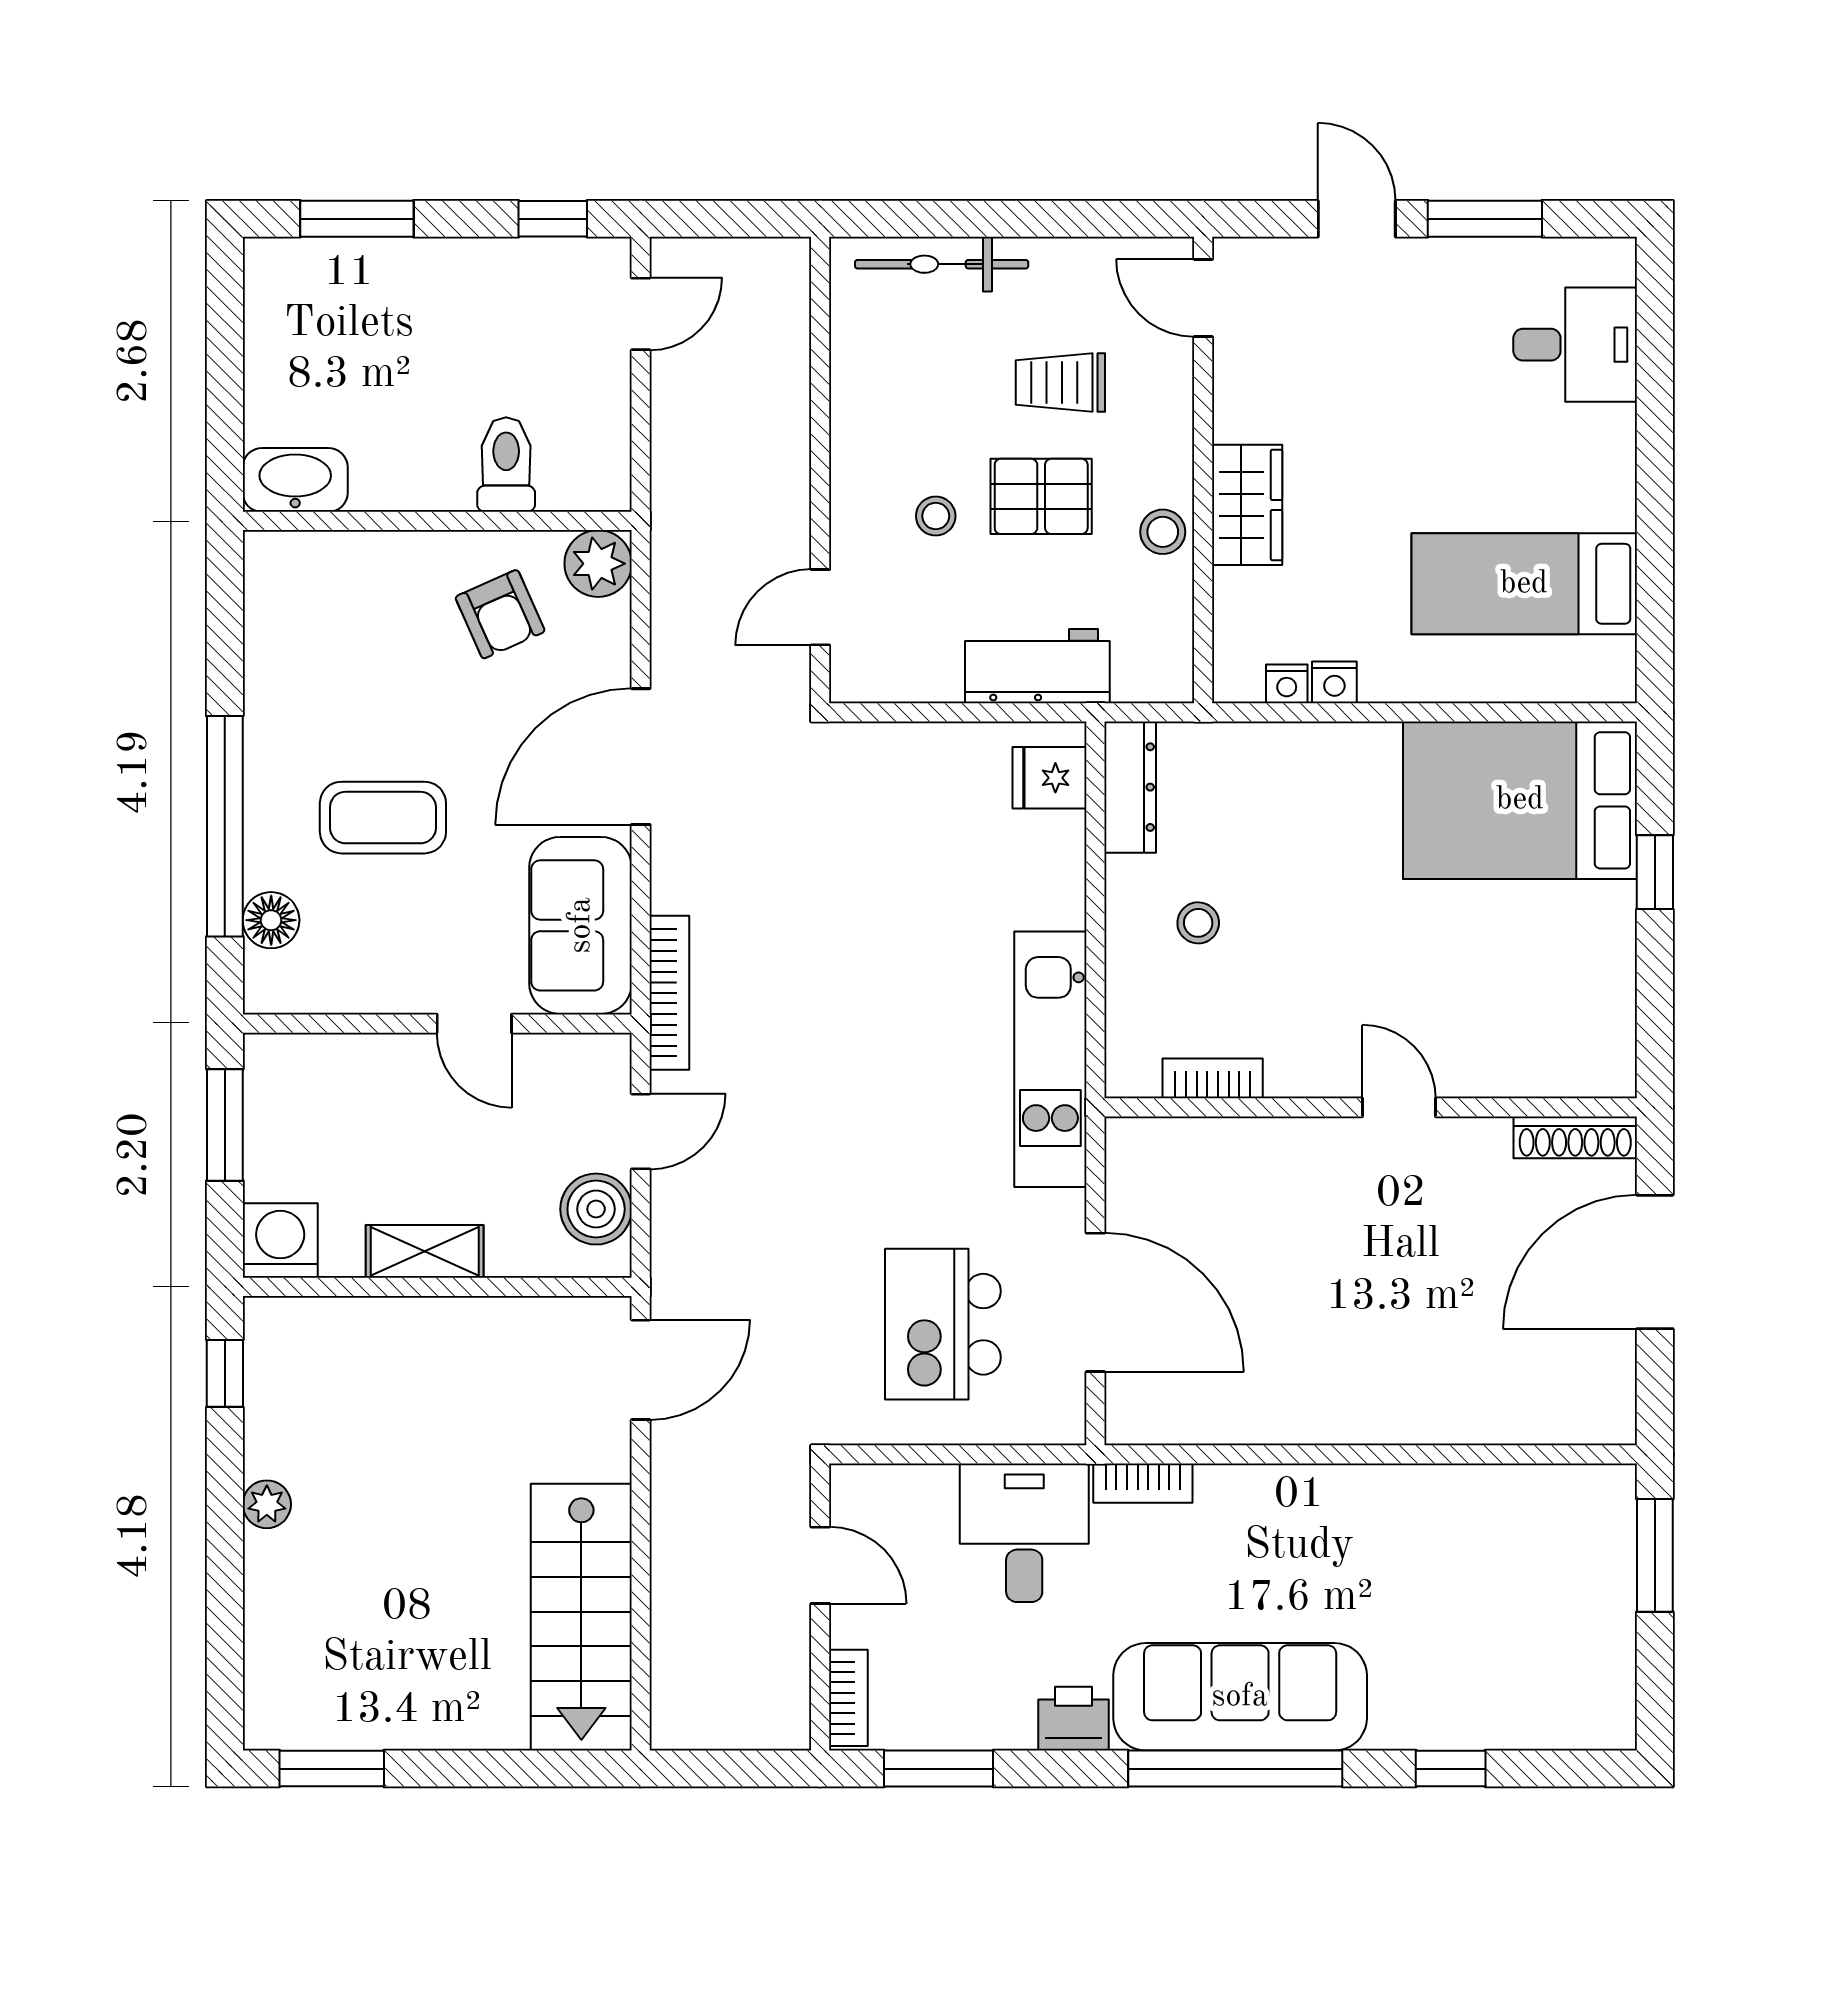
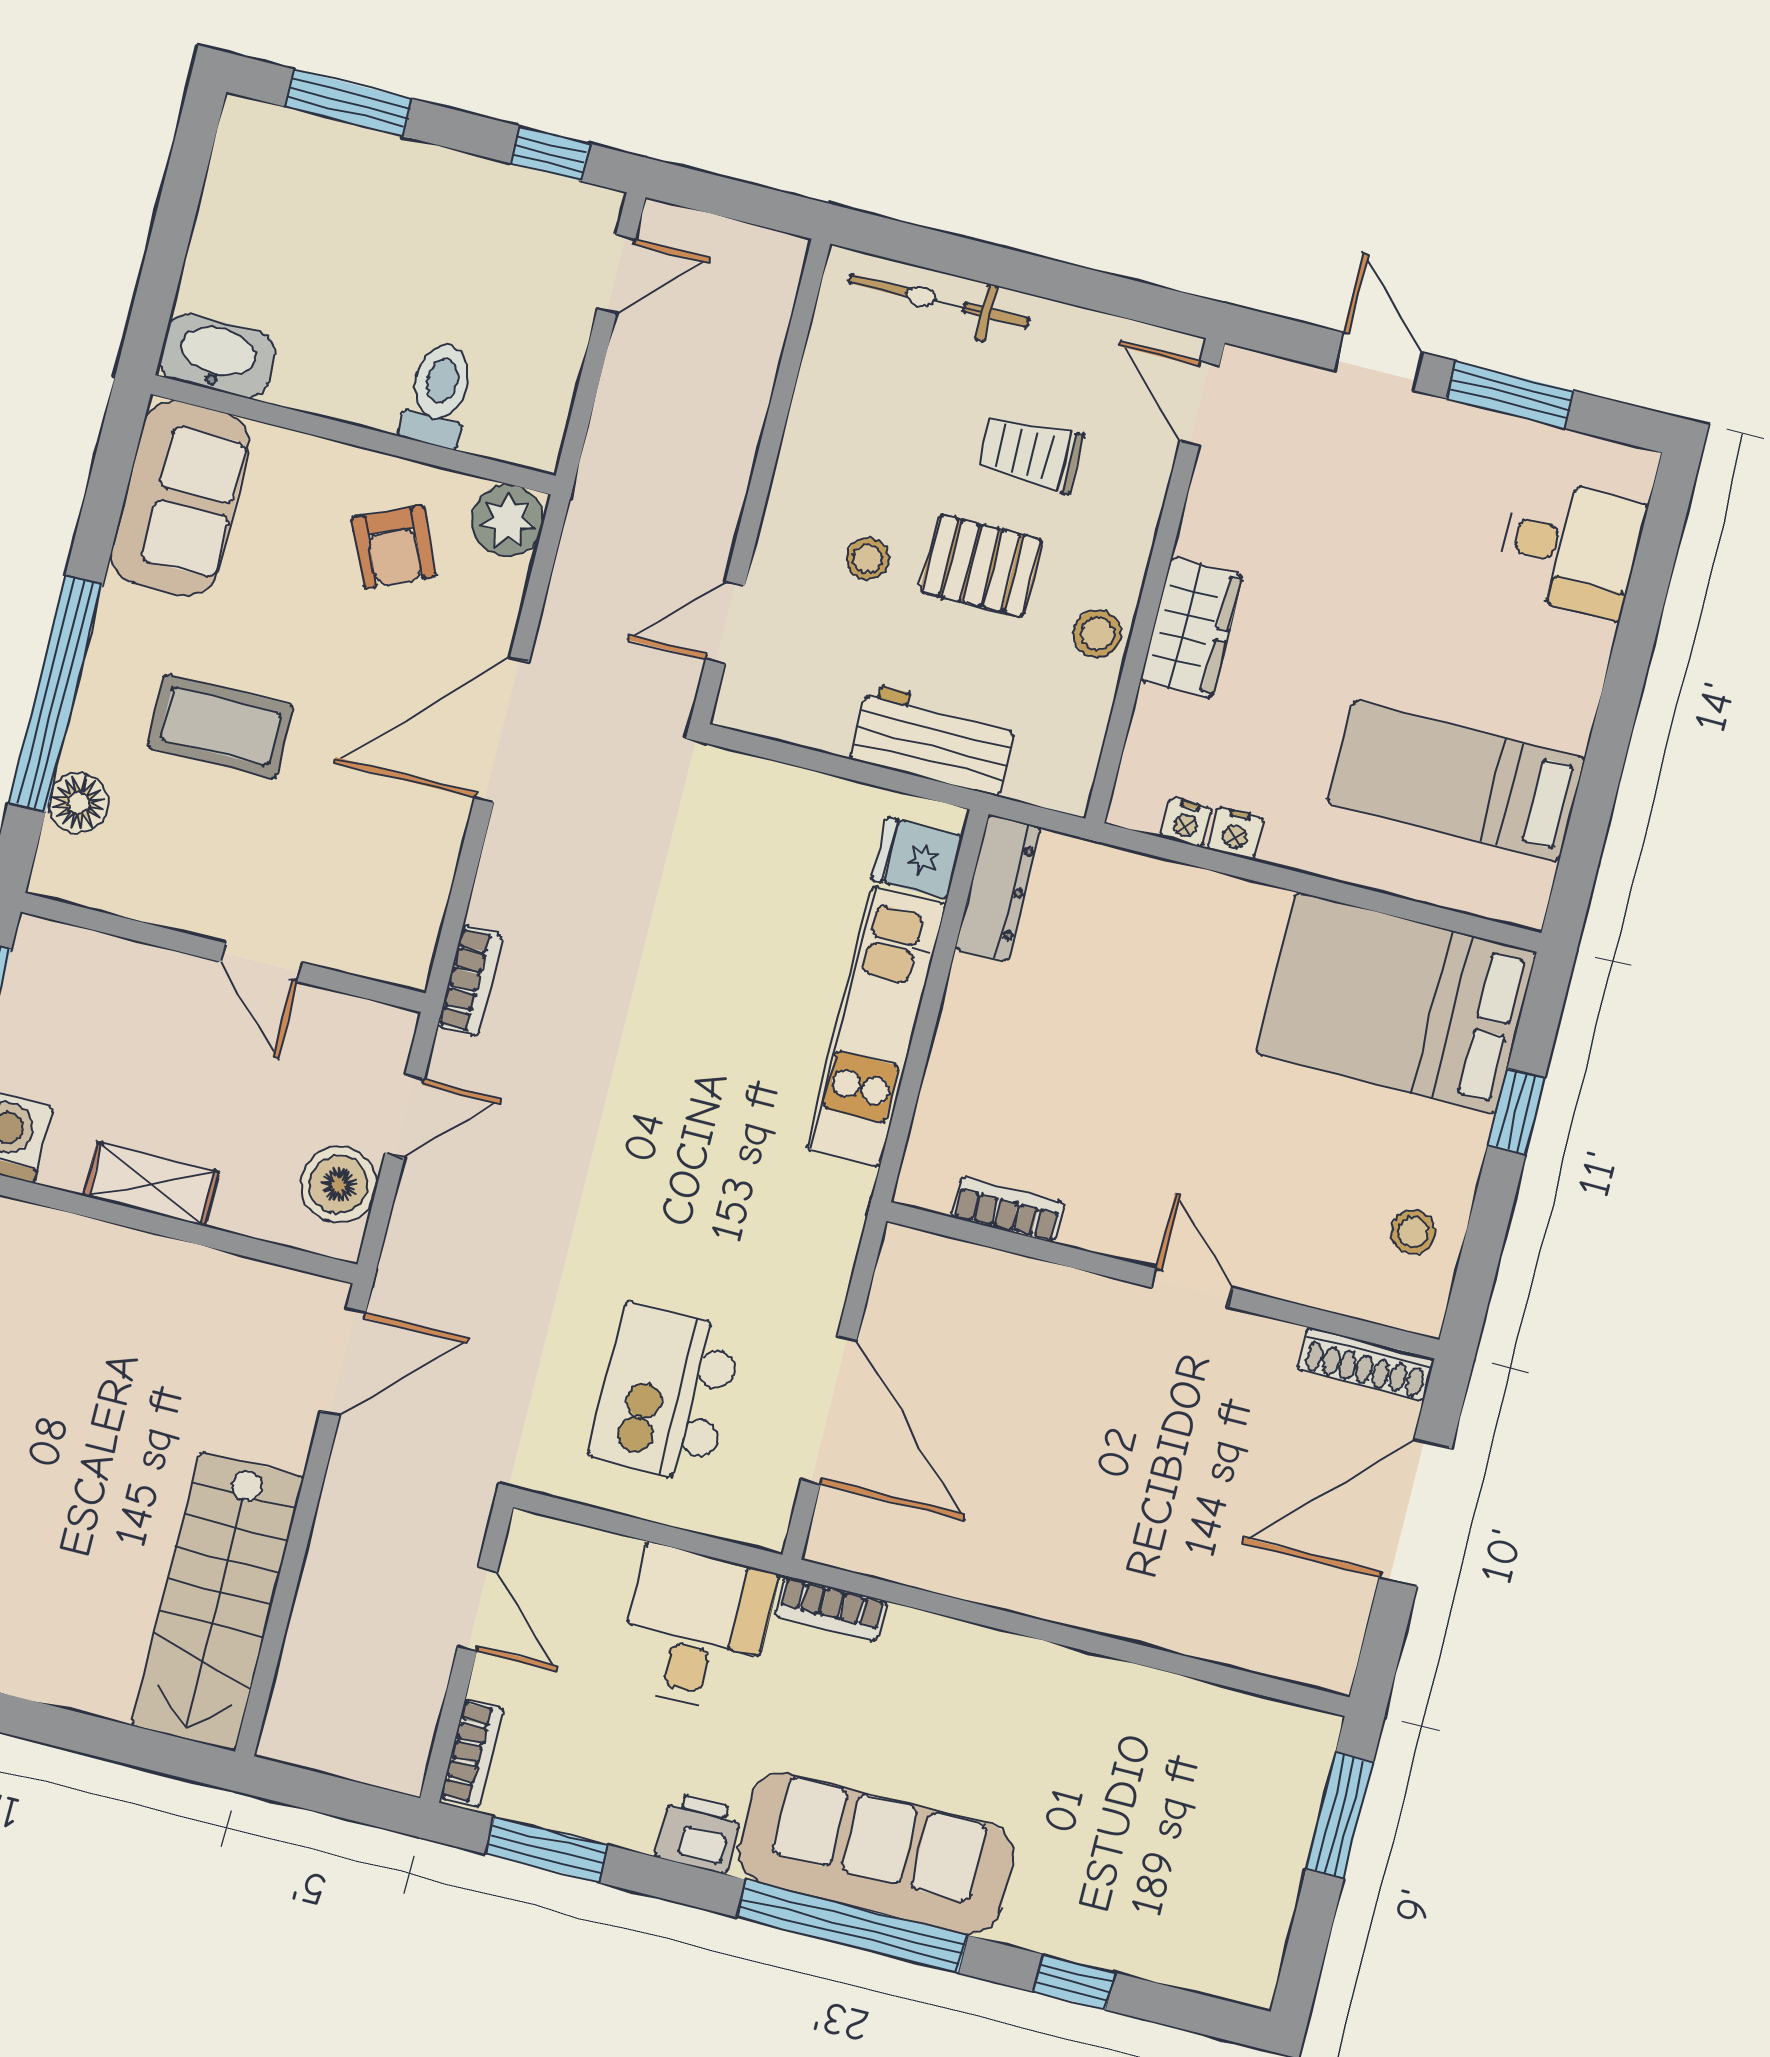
stool: (1198, 923) -> (1413, 1232), moved
sofa: (581, 925) -> (180, 498), moved, turned 180
bookcase: (669, 993) -> (470, 981), width x0.64
kitchen unit: (1050, 1059) -> (876, 1027), moved

